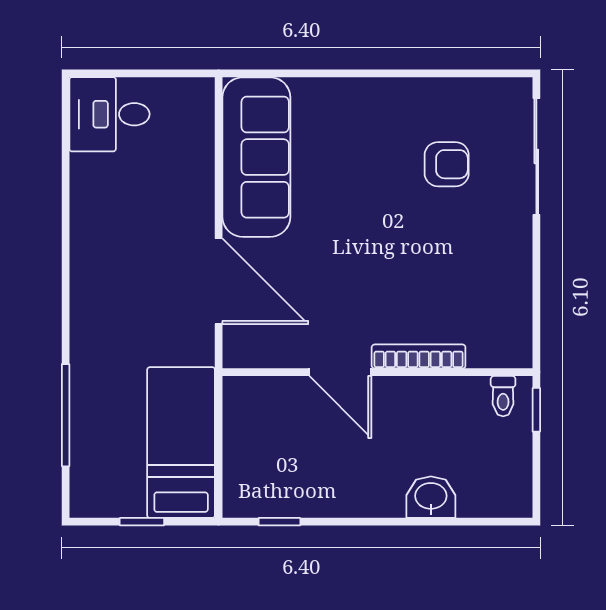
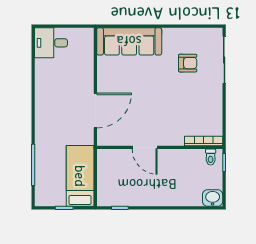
sofa: (256, 157) -> (129, 41), moved, turned 90
door: (219, 281) -> (95, 111), hinge flipped
bookcase: (419, 356) -> (204, 141), moved
washbasin: (431, 497) -> (213, 198), moved

